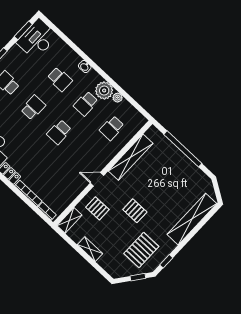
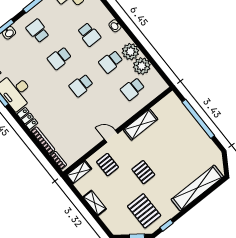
plant: (118, 98) -> (142, 66), width x1.88, depth x1.88
school desk: (33, 108) -> (59, 58), turned 180
shelving: (131, 157) -> (141, 125), width x0.68
pallet: (141, 250) -> (144, 211), turned 90

